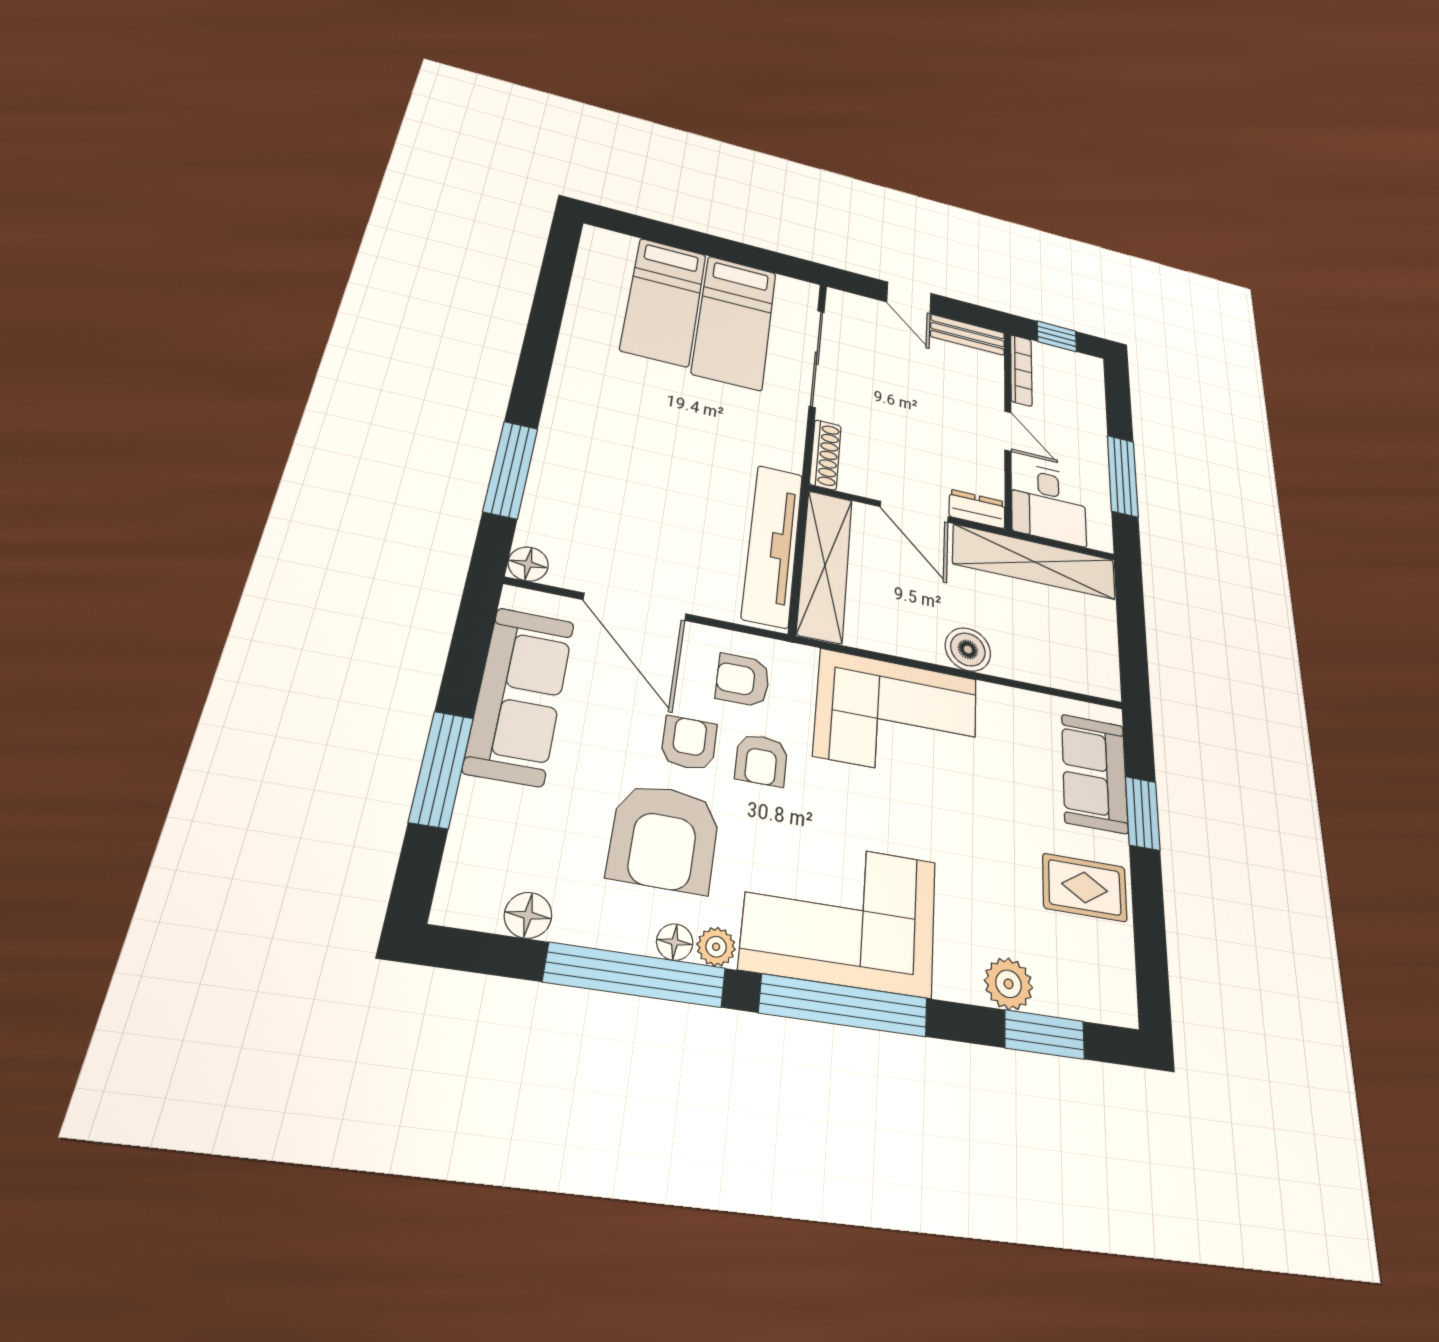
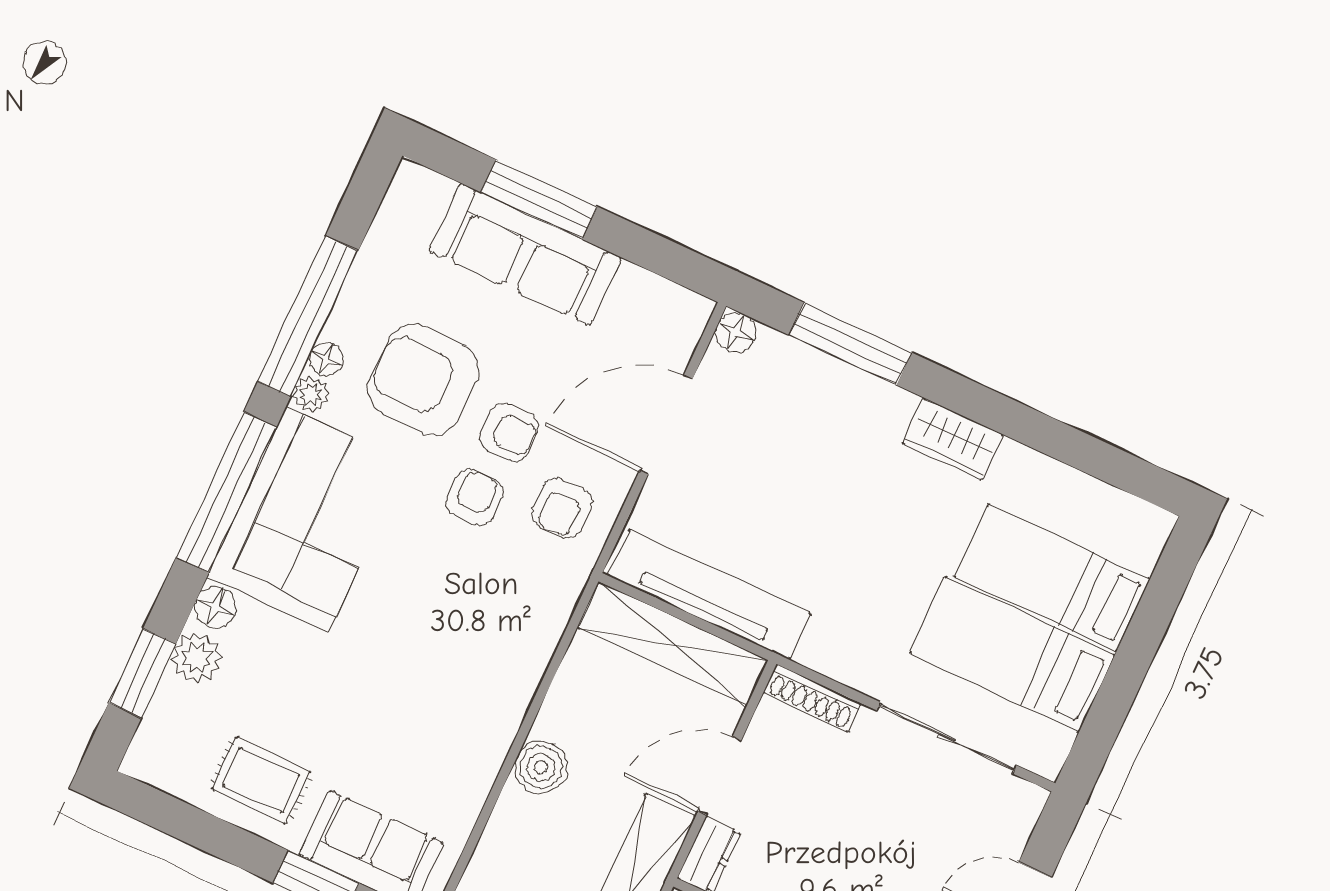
wardrobe: (572, 382) -> (953, 439), added
armchair: (743, 680) -> (562, 508), turned 180
sofa: (520, 695) -> (525, 254), moved
corner sofa: (897, 717) -> (485, 655), removed
armchair: (761, 760) -> (475, 498), turned 90
rug: (1085, 887) -> (261, 780), turned 90
floor lamp: (528, 915) -> (215, 607), moved

